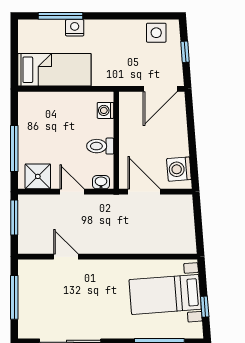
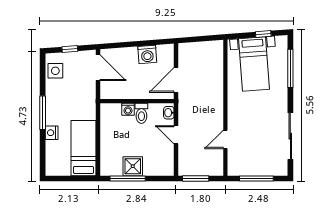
window: (60, 16) -> (43, 113), moved
washing machine: (105, 110) -> (128, 109), moved
window: (14, 149) -> (128, 178), moved
washing machine: (179, 169) -> (147, 54), moved
shower: (38, 176) -> (133, 166), moved
door: (72, 192) -> (176, 135), hinge flipped

